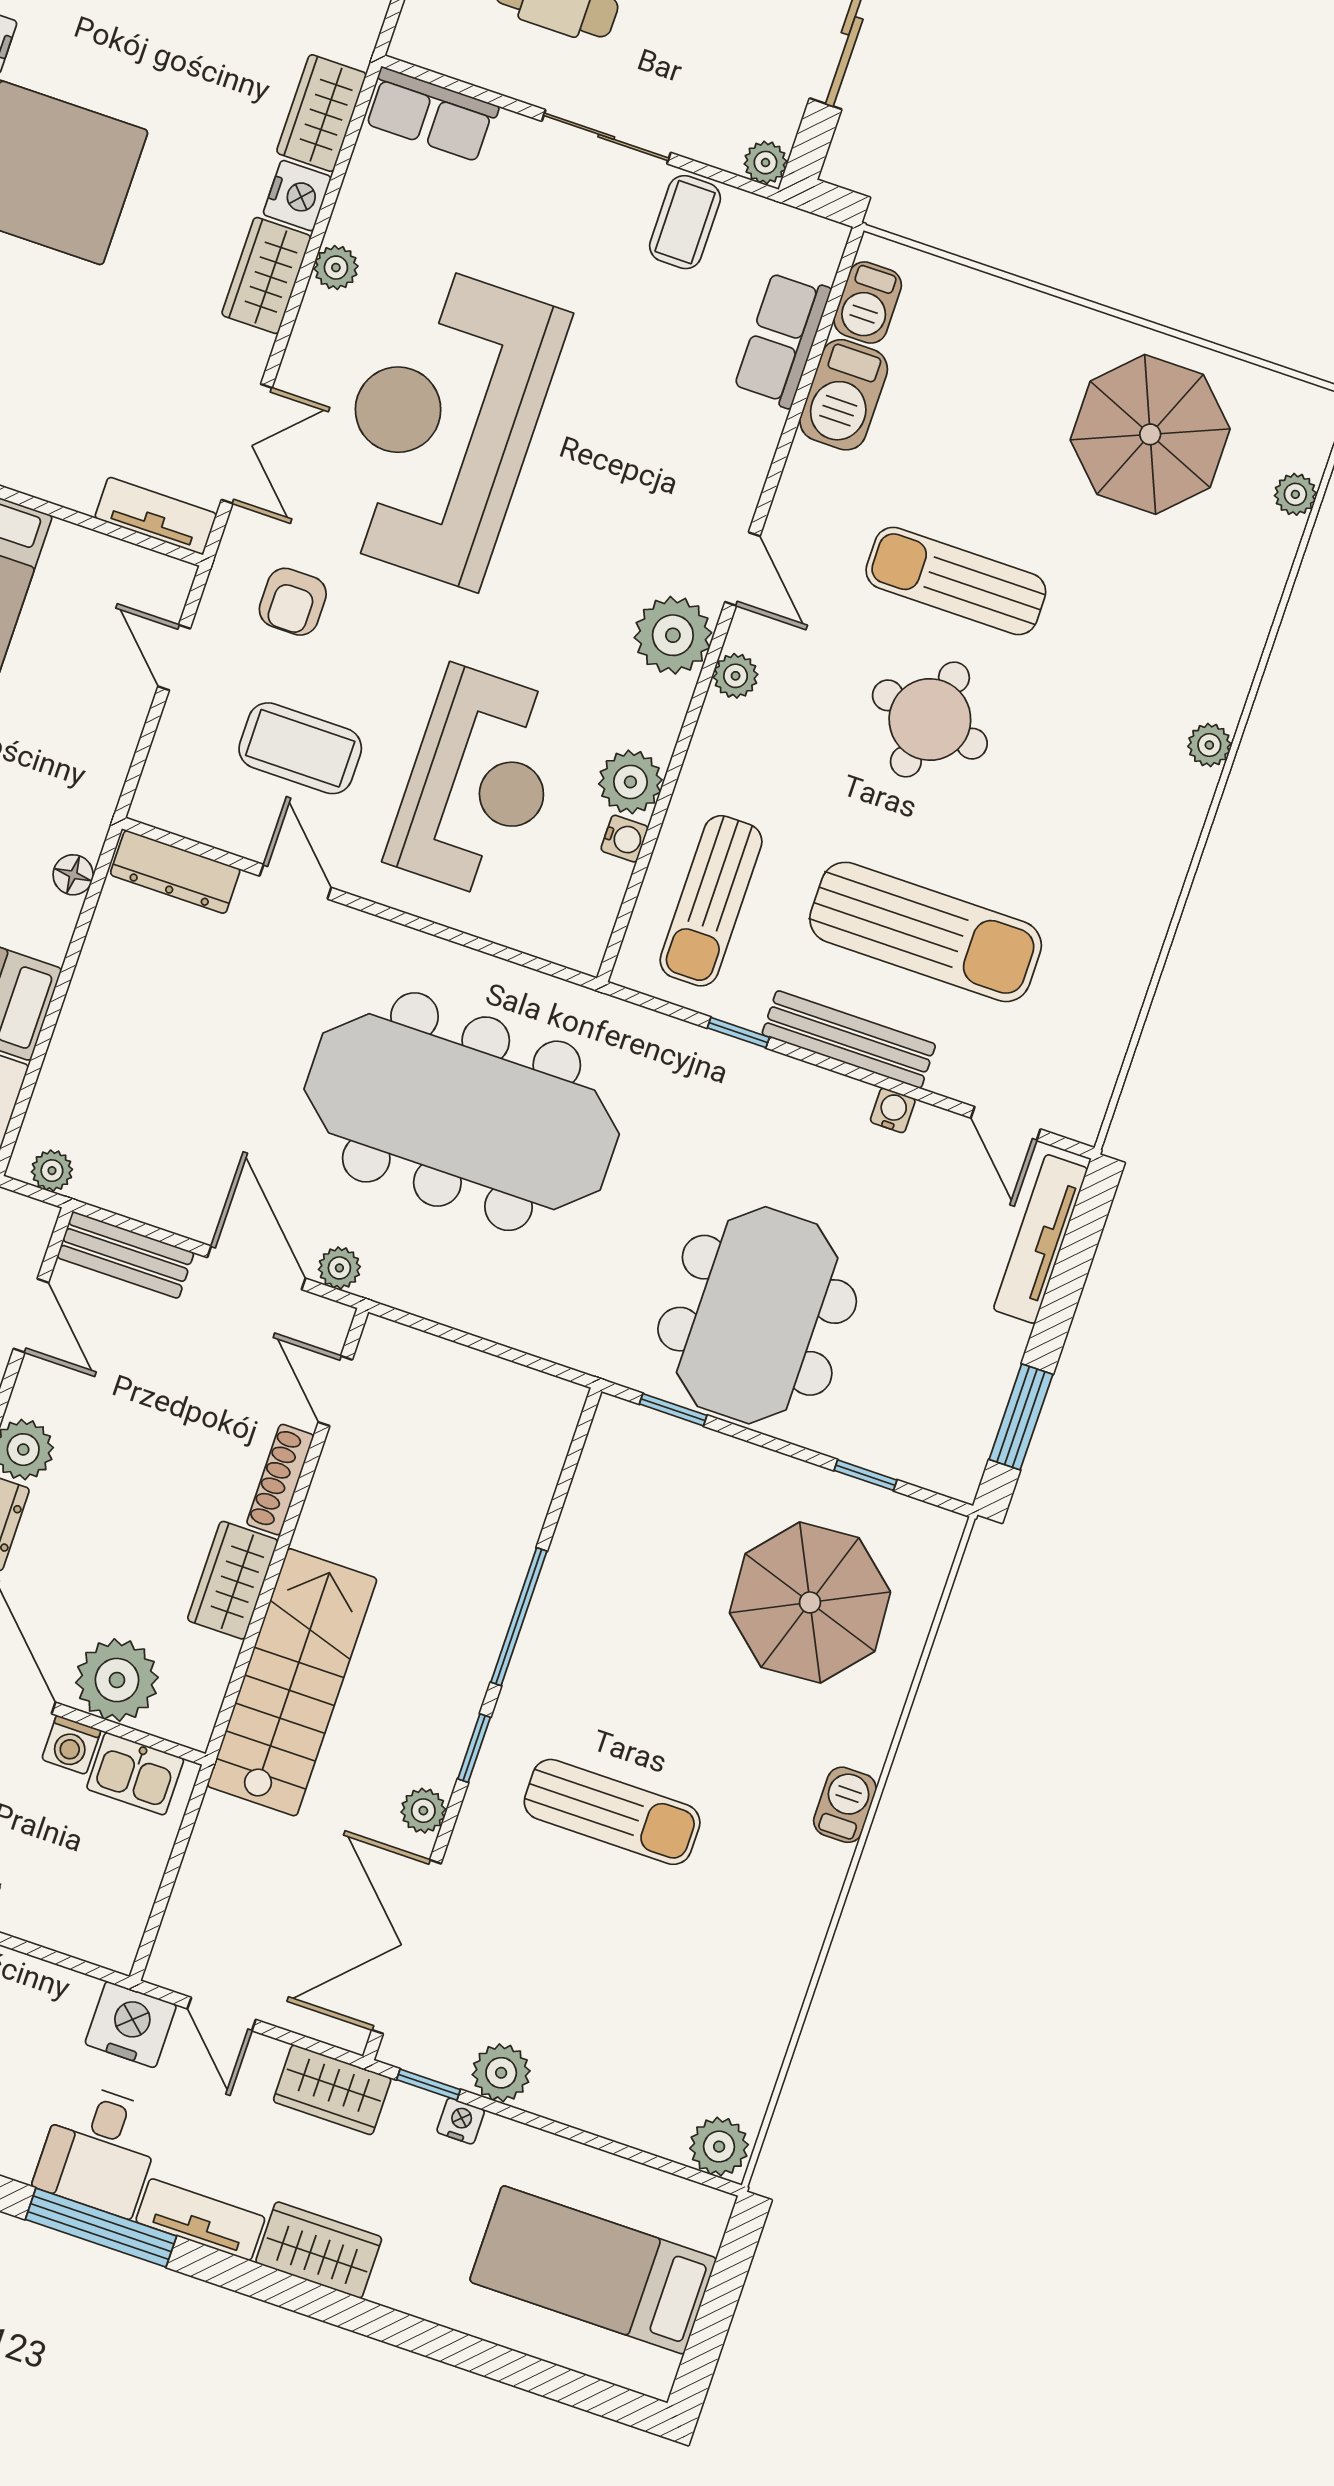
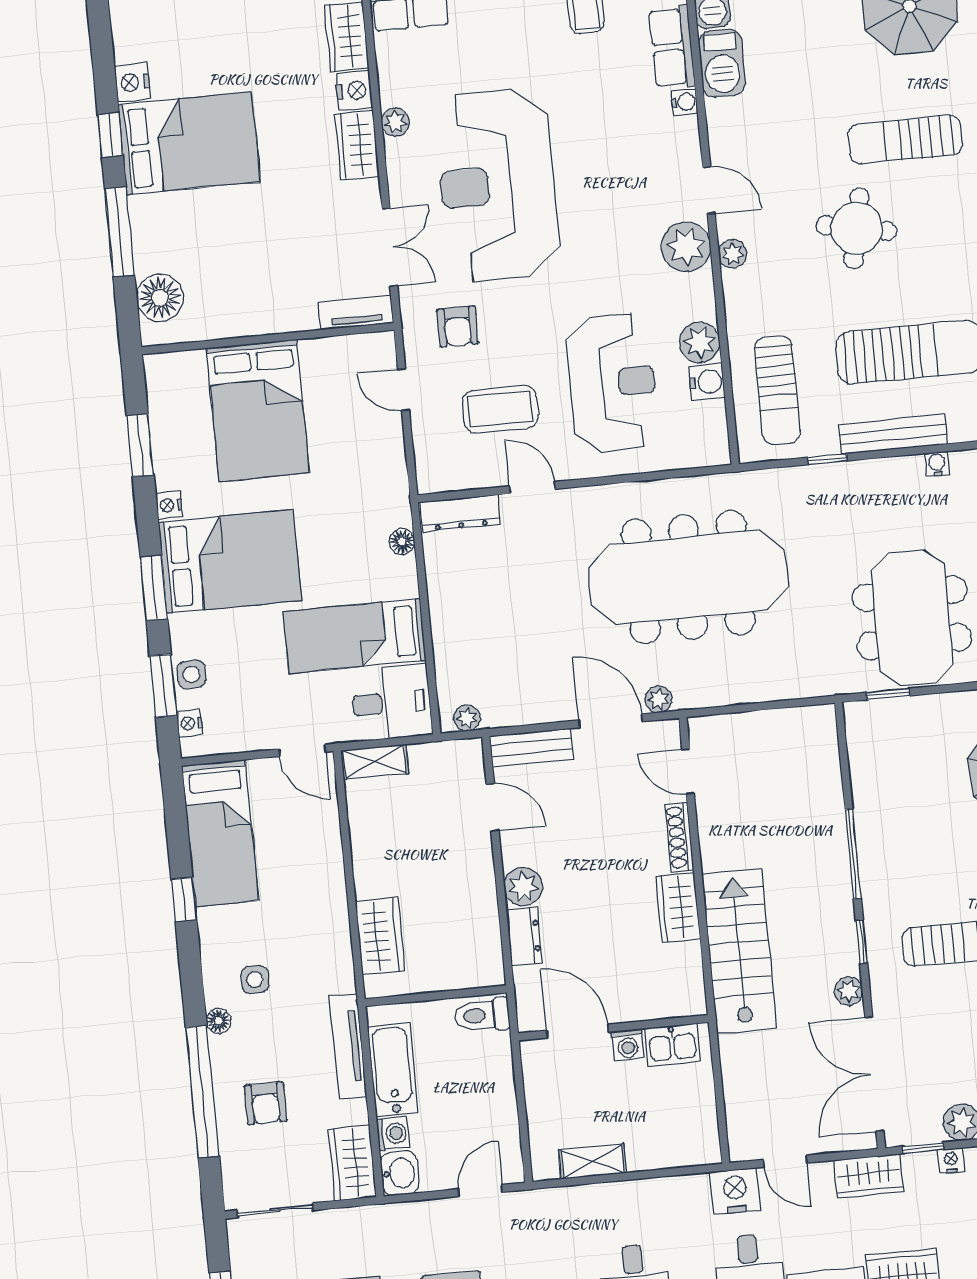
water cooler: (765, 426) -> (684, 102), added
sun lounger: (956, 581) -> (905, 140), moved
water cooler: (624, 839) -> (707, 382), width x1.38, depth x1.38
plant: (117, 1680) -> (637, 995), removed

